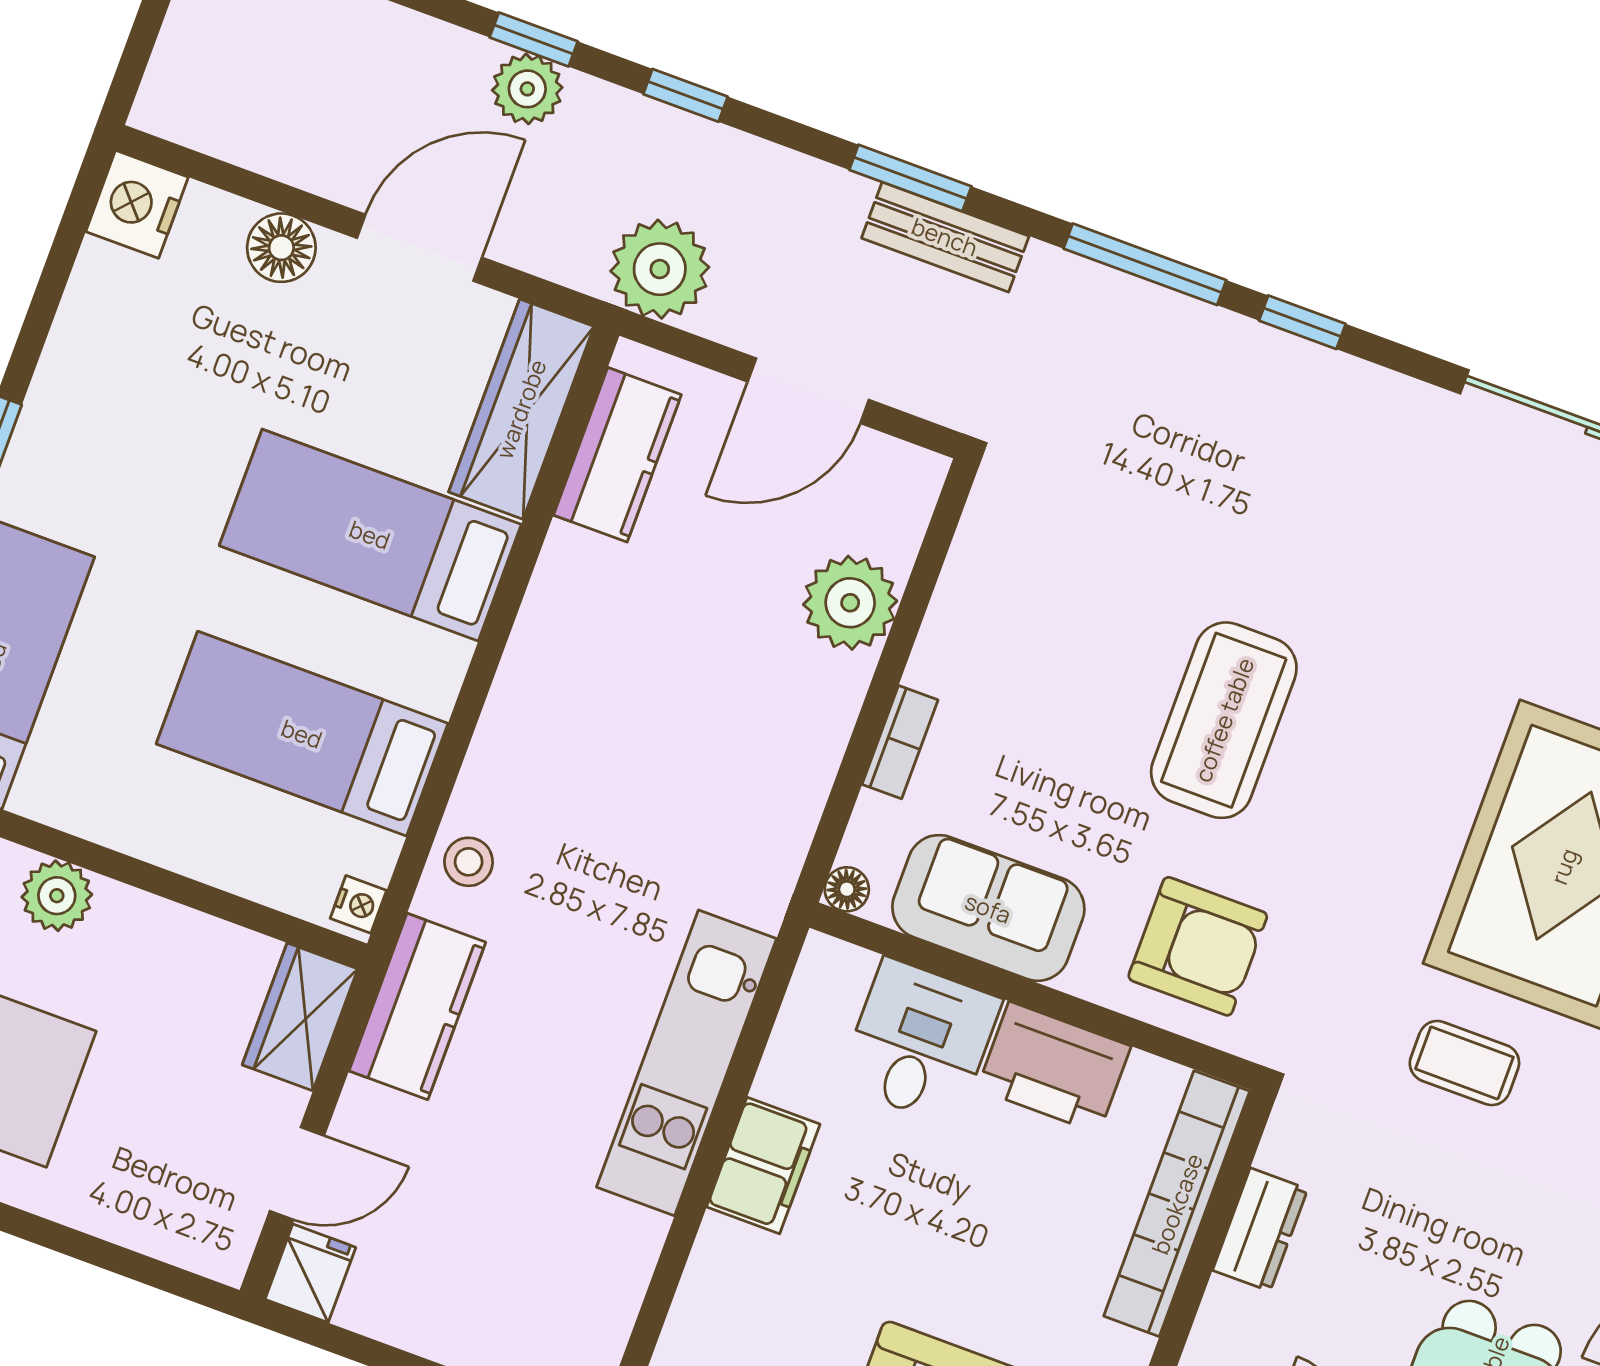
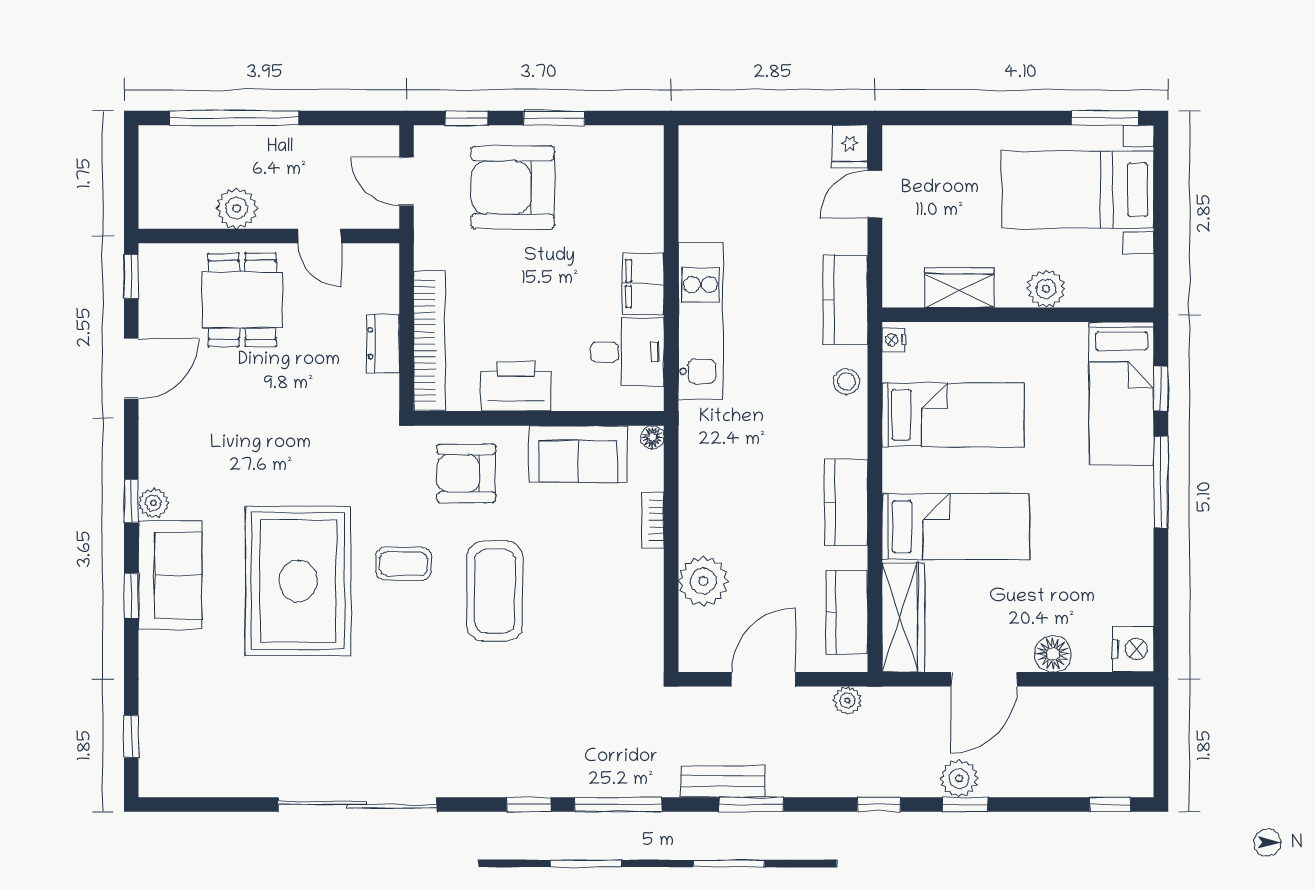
plant: (660, 269) -> (848, 701), width x0.53, depth x0.53
kitchen counter: (547, 649) -> (846, 502), added
wardrobe: (300, 1017) -> (960, 287), moved, turned -90
desk: (920, 1042) -> (627, 352), moved, turned -90
coffee table: (1464, 1063) -> (403, 564), moved

